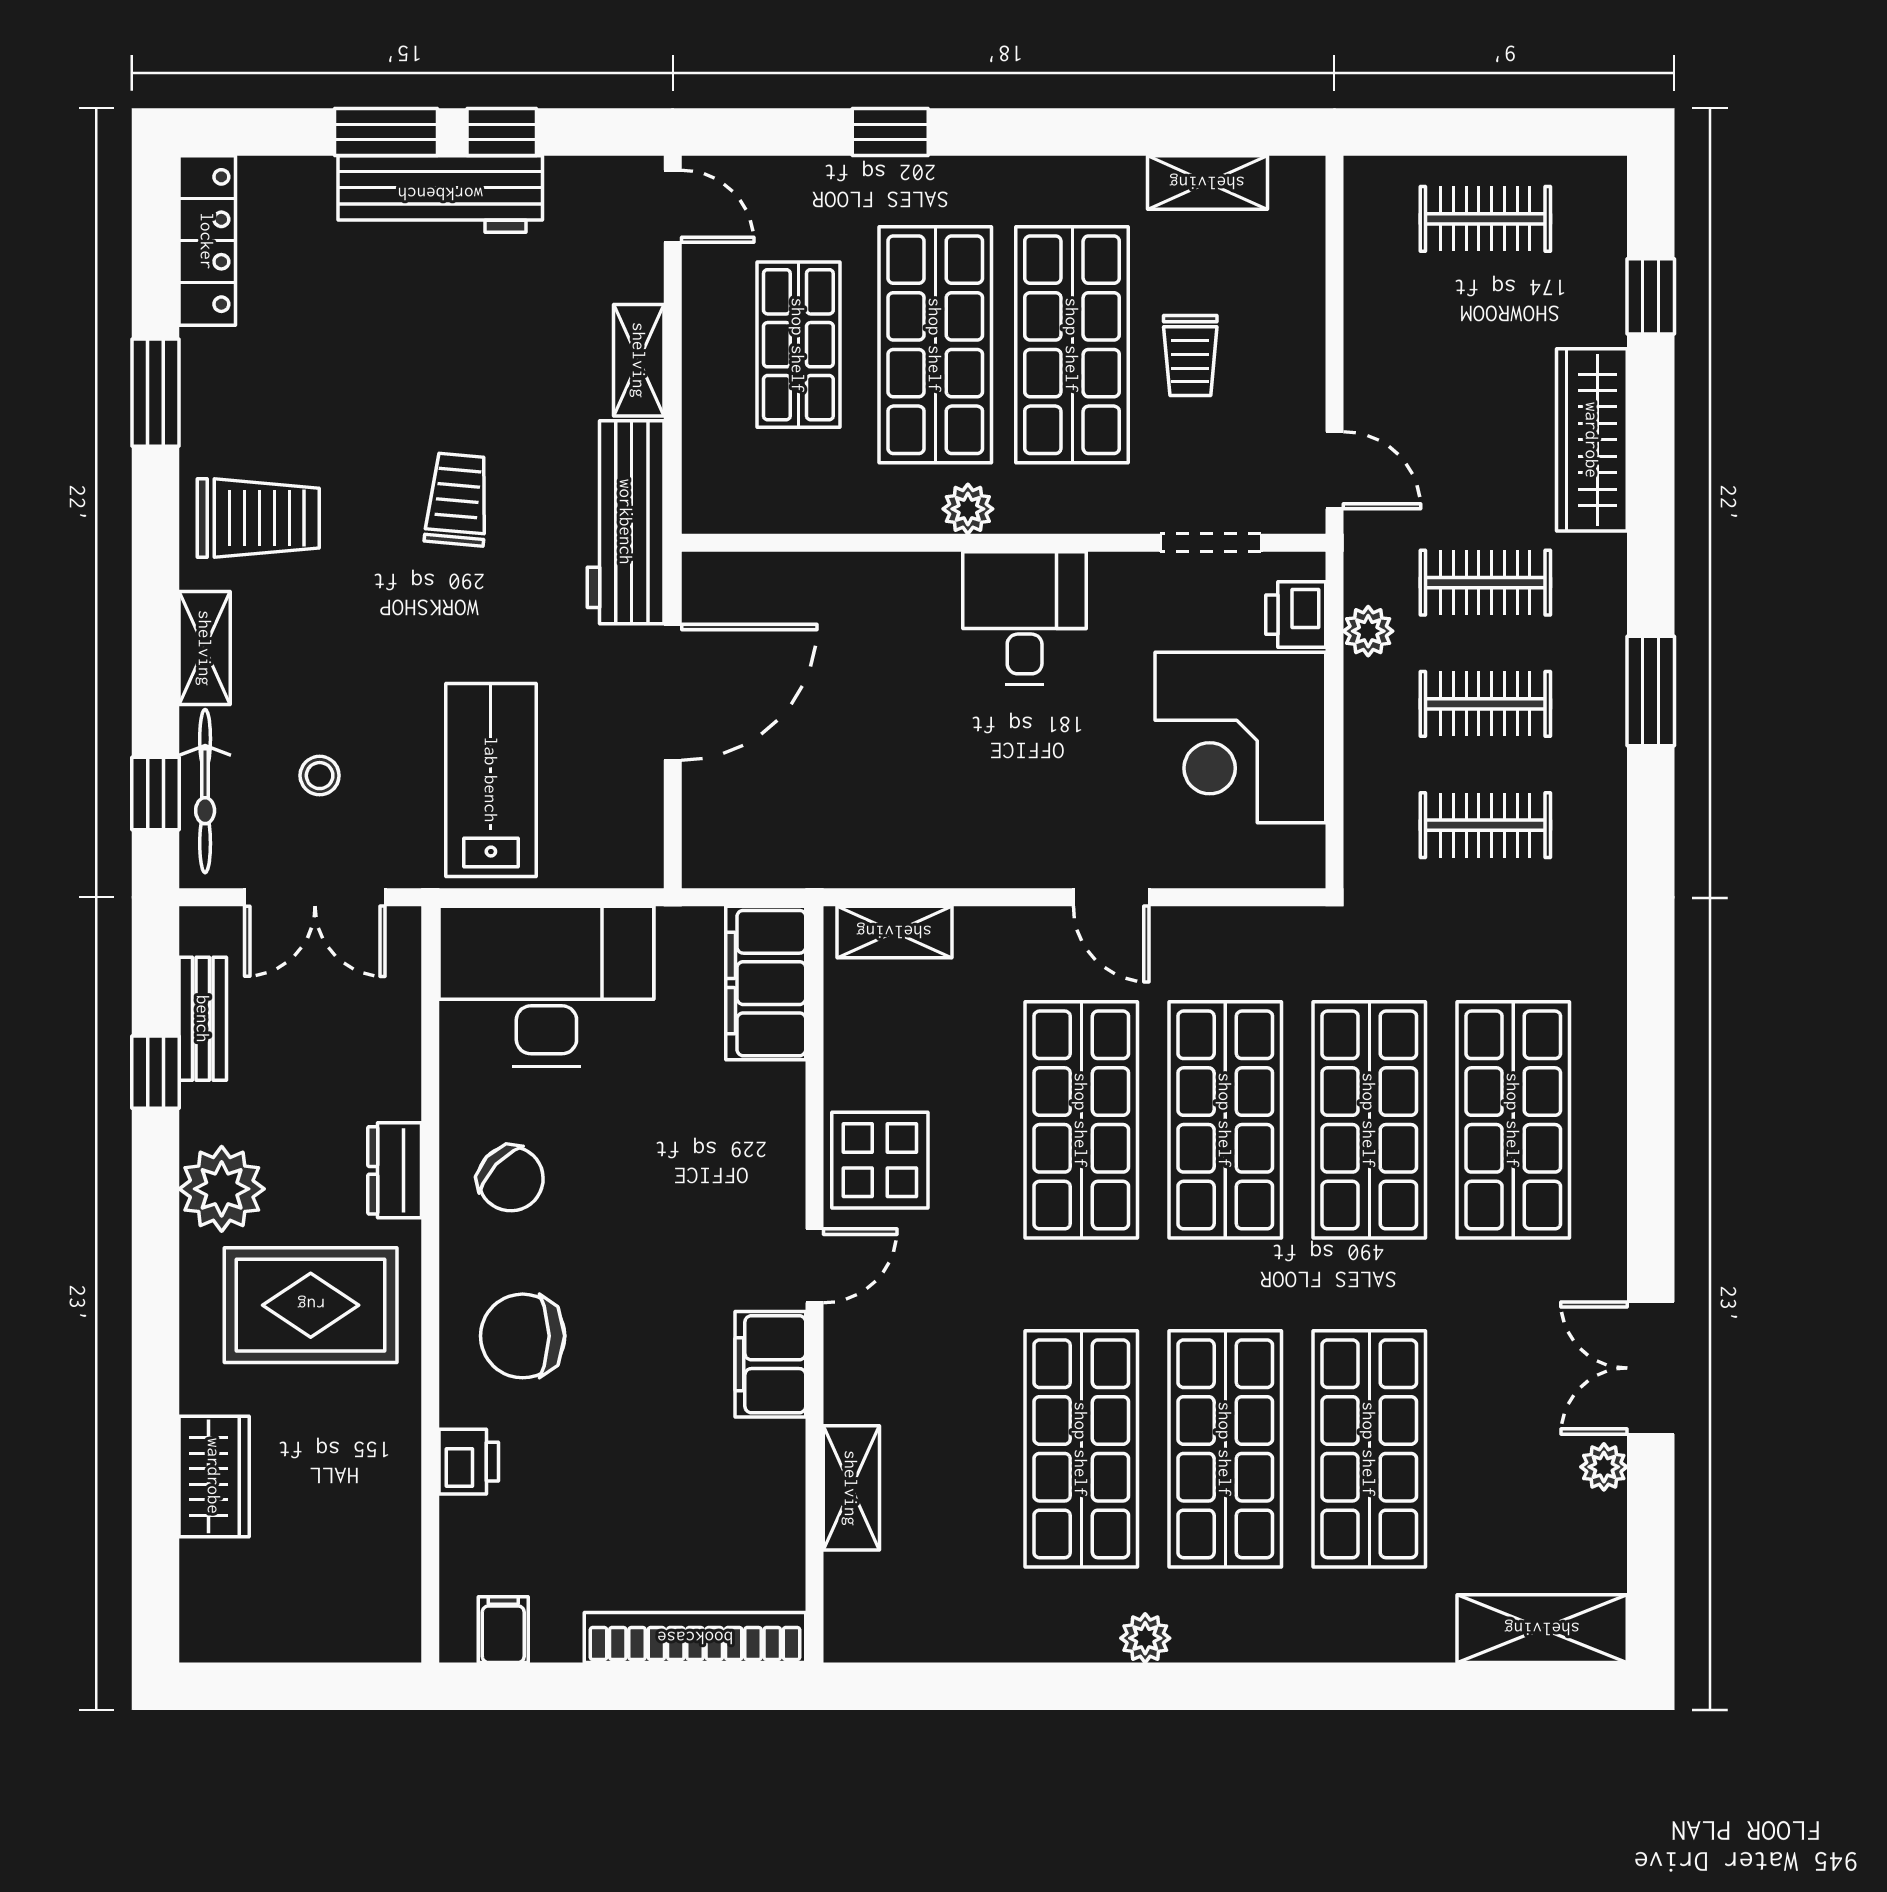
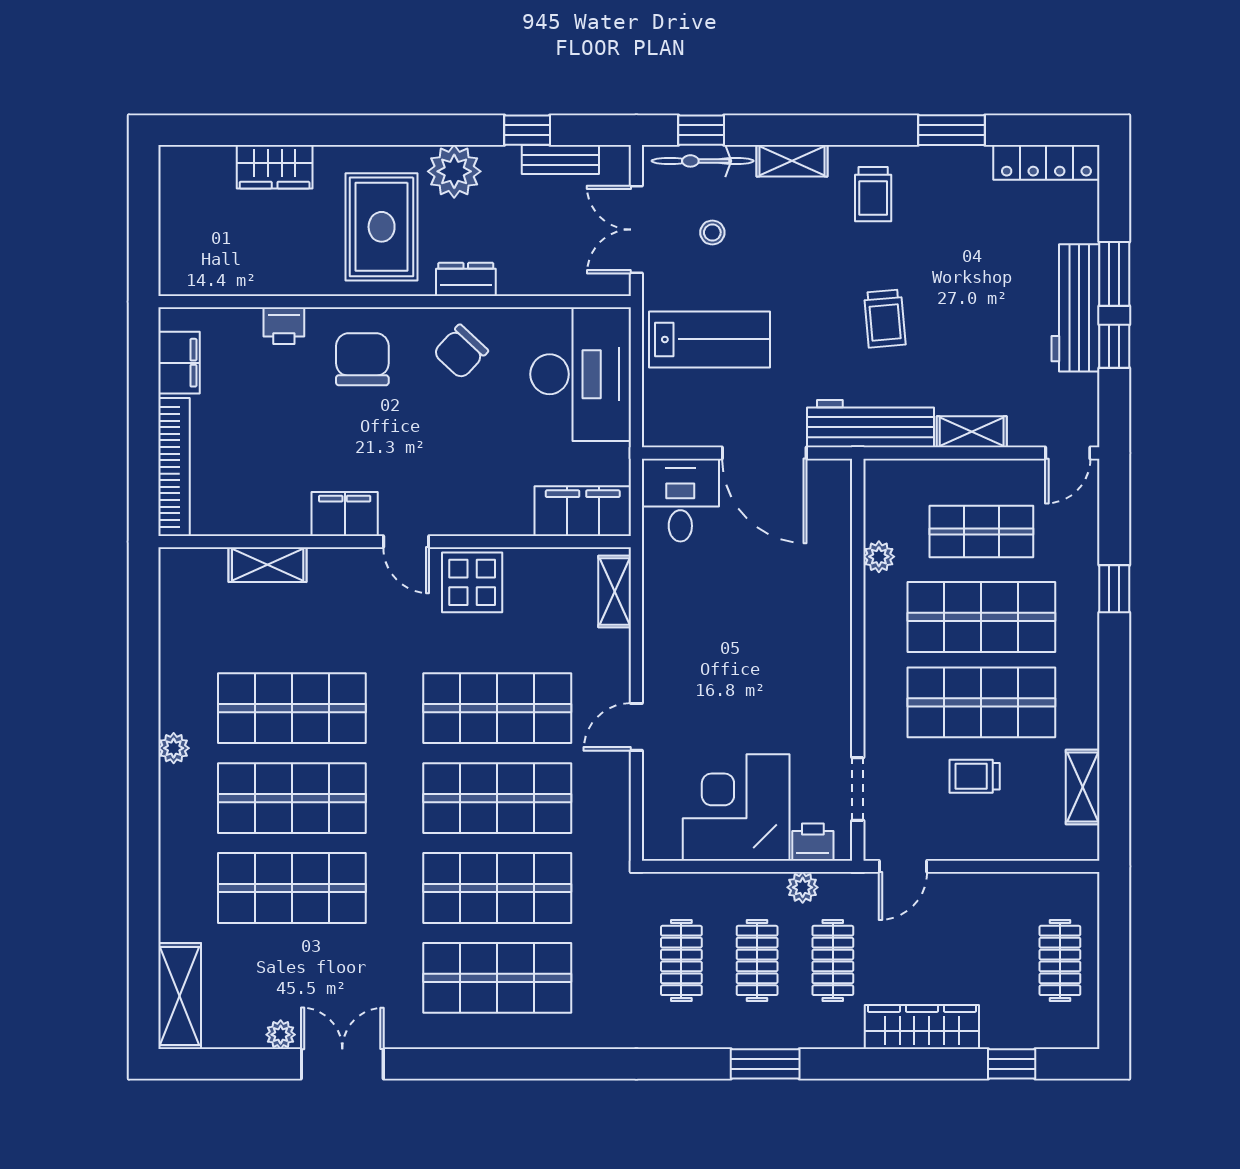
trolley: (457, 499) -> (885, 319), turned 80
plant: (968, 509) -> (879, 557), moved
trolley: (258, 518) -> (873, 194), width x0.73, depth x0.72
desk: (1025, 618) -> (680, 500), moved, turned -90
filing cabinet: (503, 1630) -> (179, 363), width x2.00

